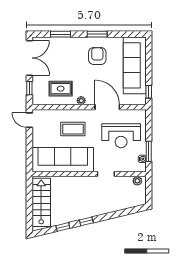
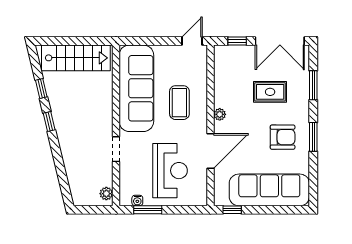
rug: (61, 89) -> (270, 92), moved, turned 90
reception desk: (121, 136) -> (170, 171), turned 180

